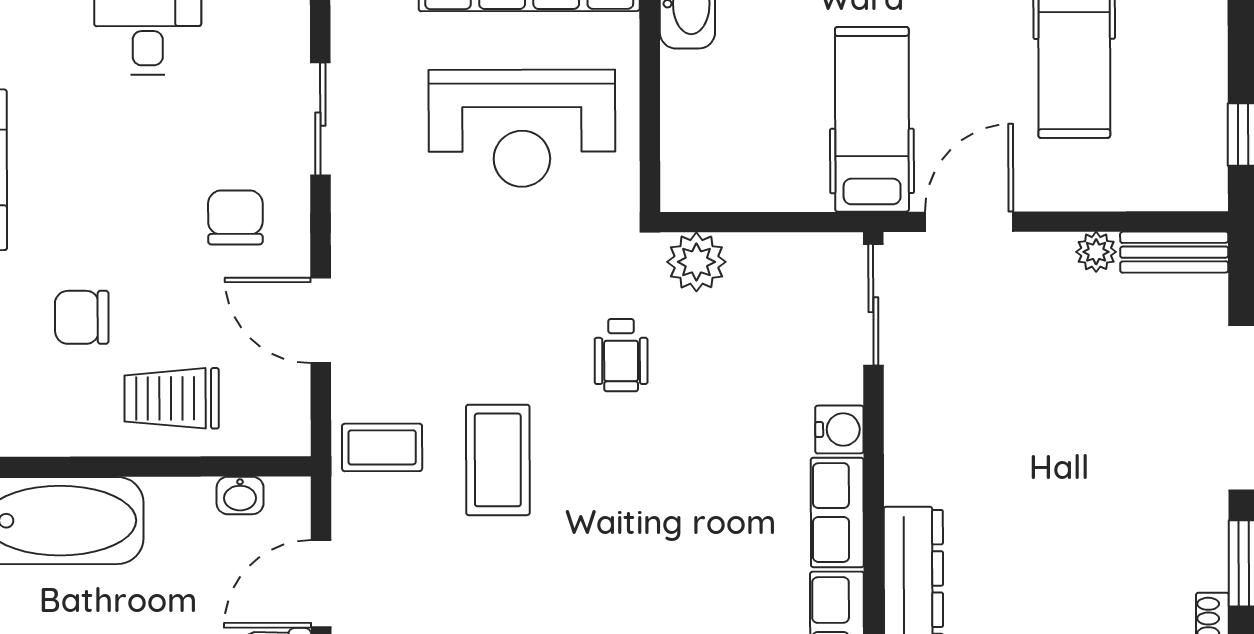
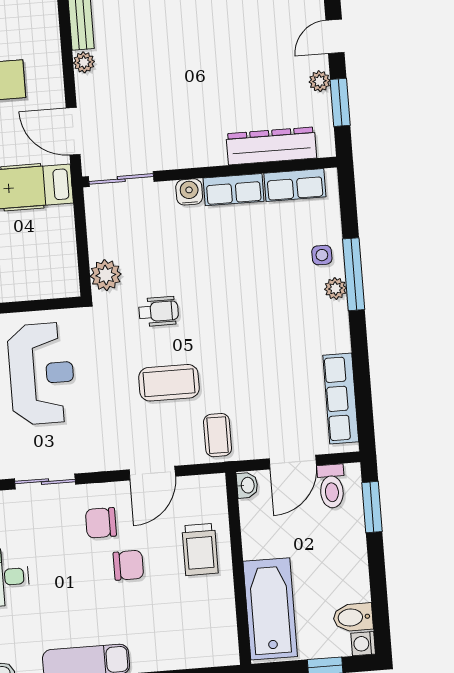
chair: (82, 317) -> (128, 565), moved, turned -90
coffee table: (498, 460) -> (169, 383), moved
washbasin: (240, 495) -> (247, 485), moved
door: (321, 584) -> (293, 462), hinge flipped

